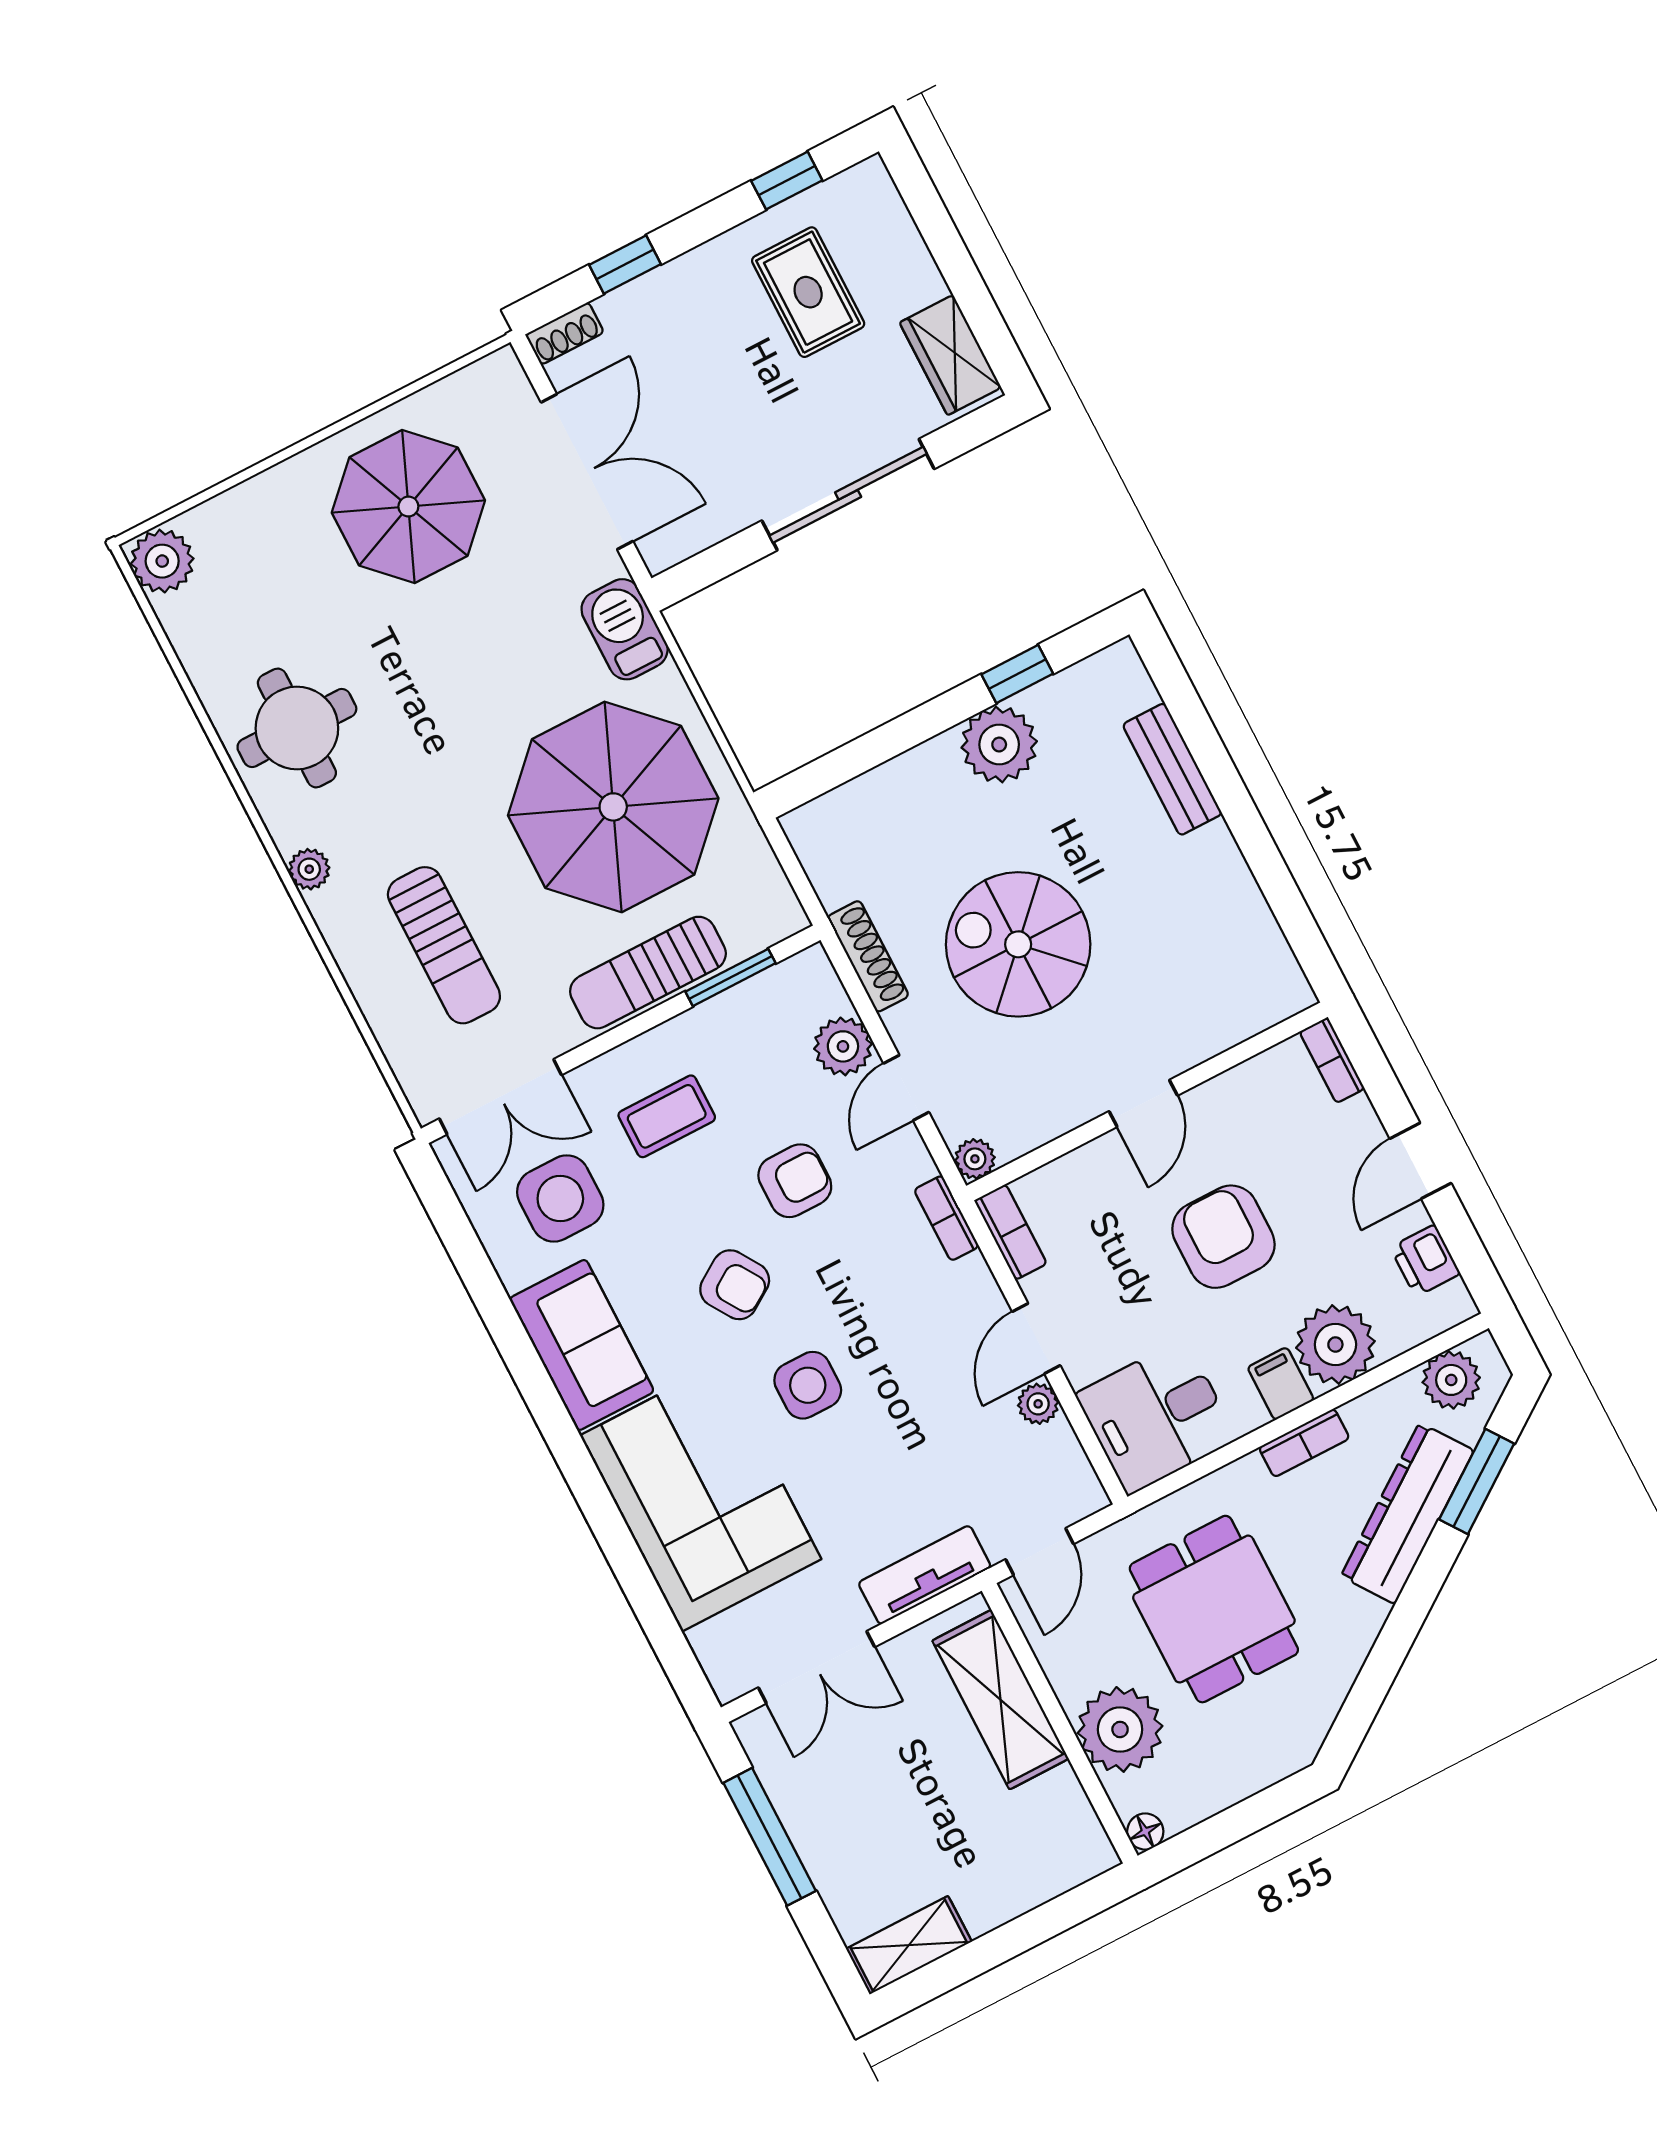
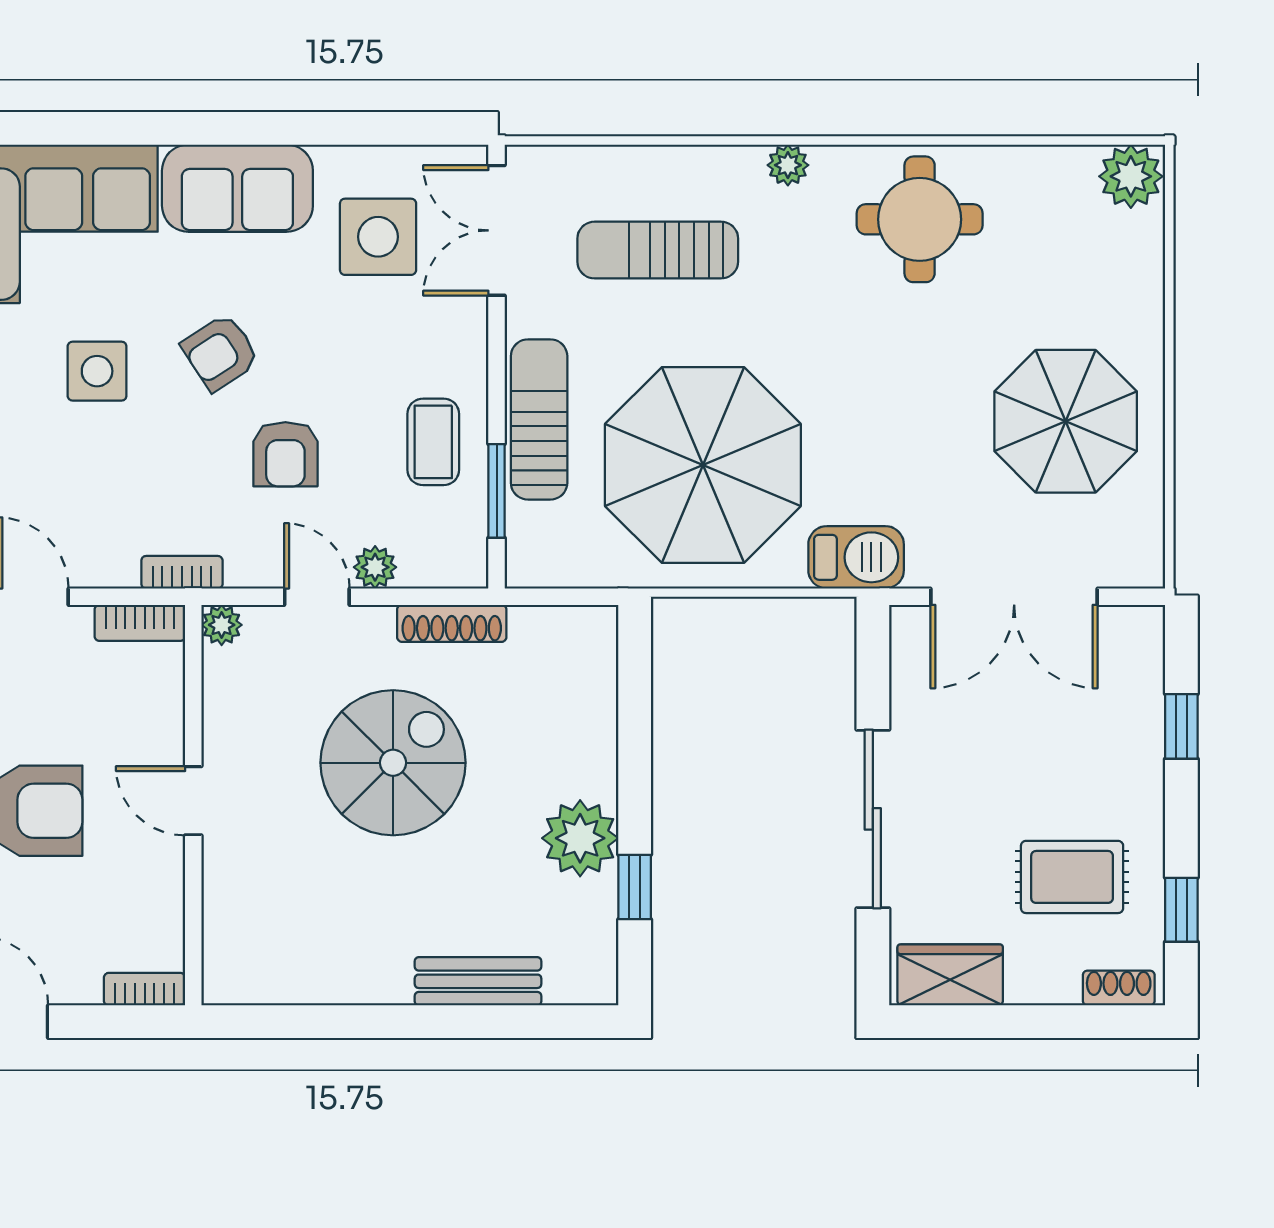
shoe rack: (565, 333) -> (1119, 988), moved, turned 90
plant: (843, 1046) -> (375, 567), width x0.73, depth x0.73
coffee table: (667, 1116) -> (433, 442), moved

